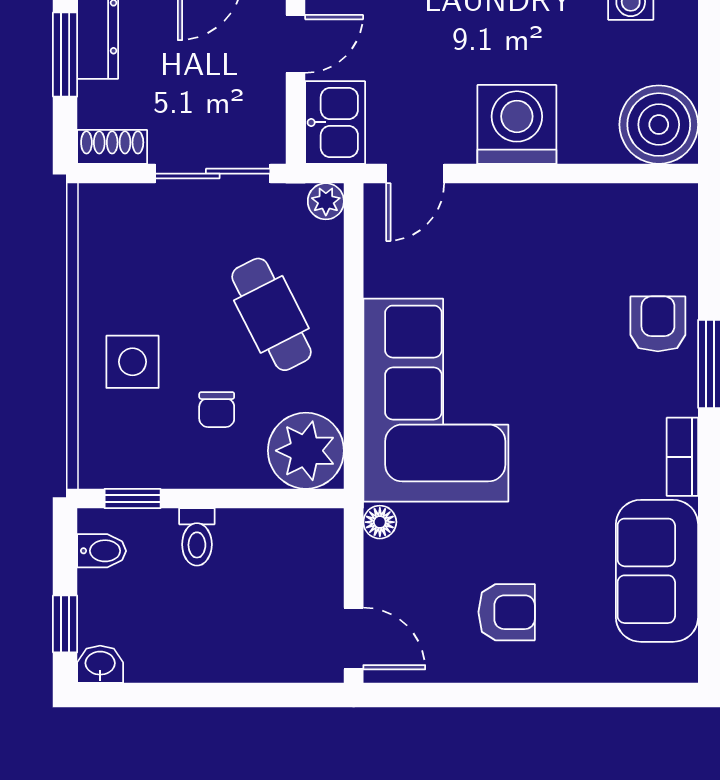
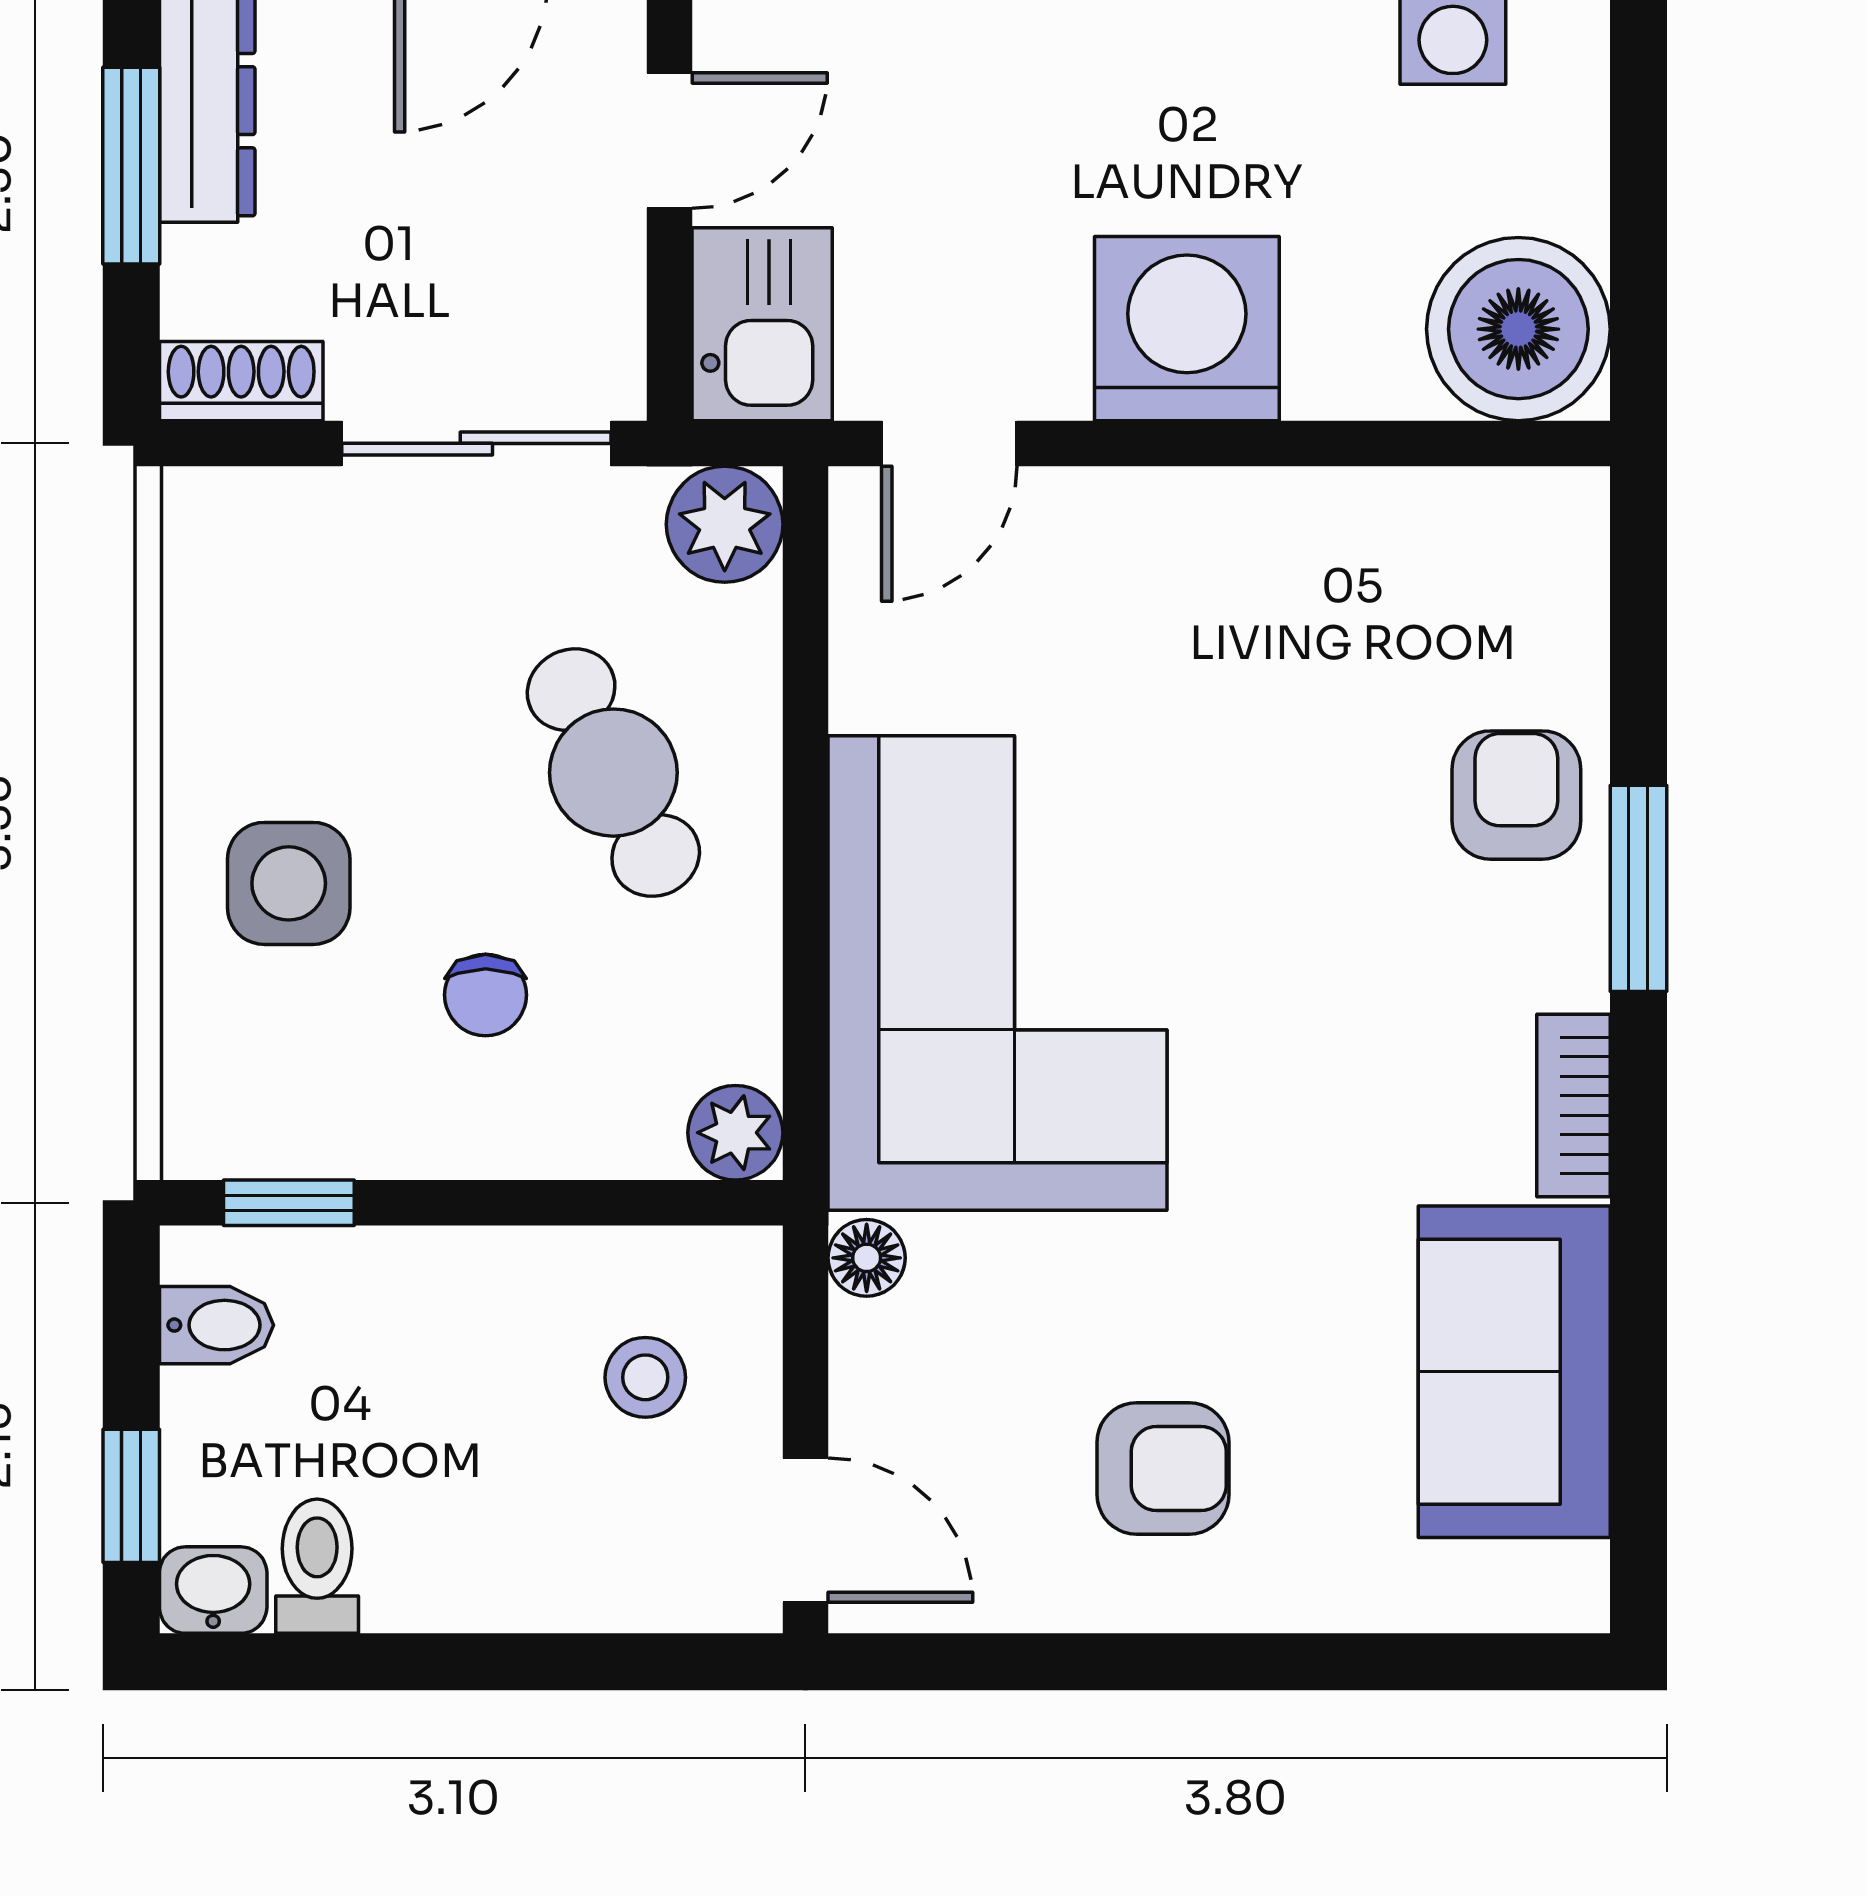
plant: (326, 201) -> (725, 524), width x1.38, depth x1.38
plant: (306, 451) -> (735, 1133), width x0.53, depth x0.53
toilet: (197, 537) -> (317, 1566), moved, turned 180
stool: (285, 573) -> (645, 1377), added

